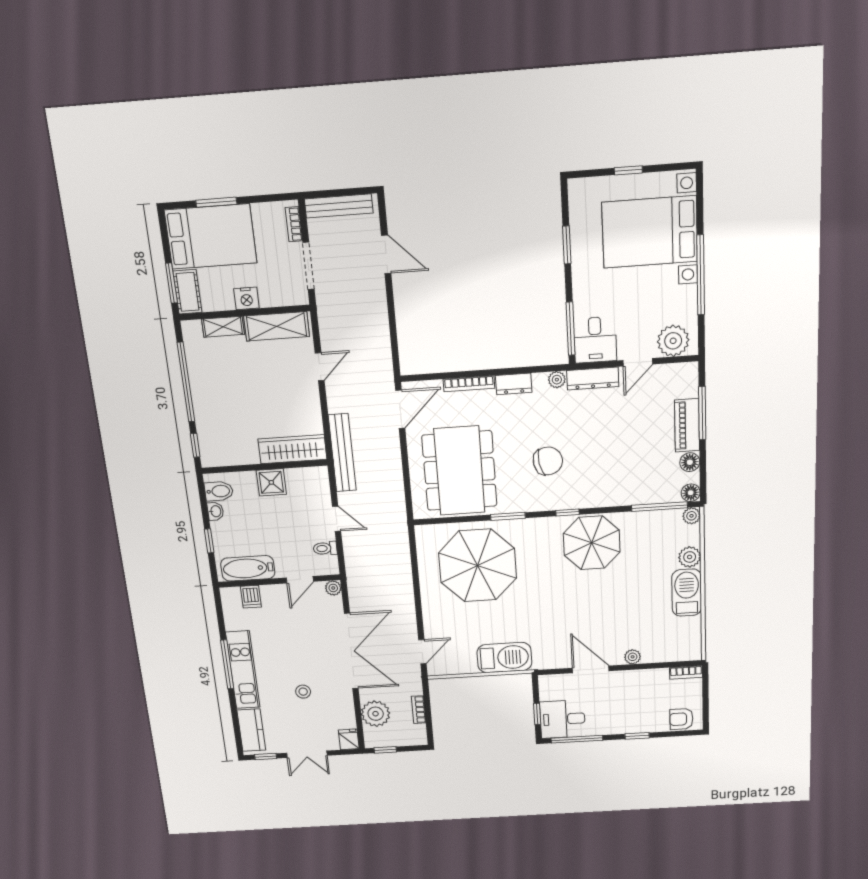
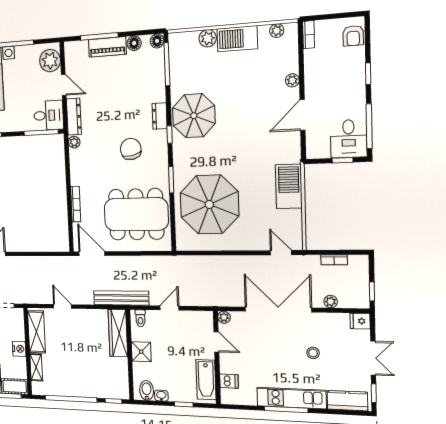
dresser: (514, 384) -> (160, 116), moved, turned 180
plant: (691, 516) -> (277, 31), moved
toilet: (325, 548) -> (140, 318), moved
plant: (376, 714) -> (331, 302), width x0.53, depth x0.53

